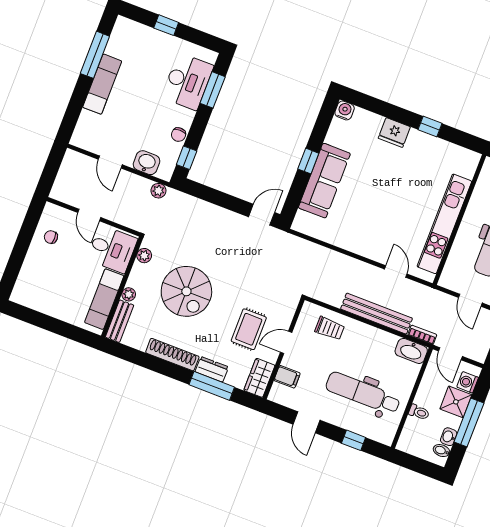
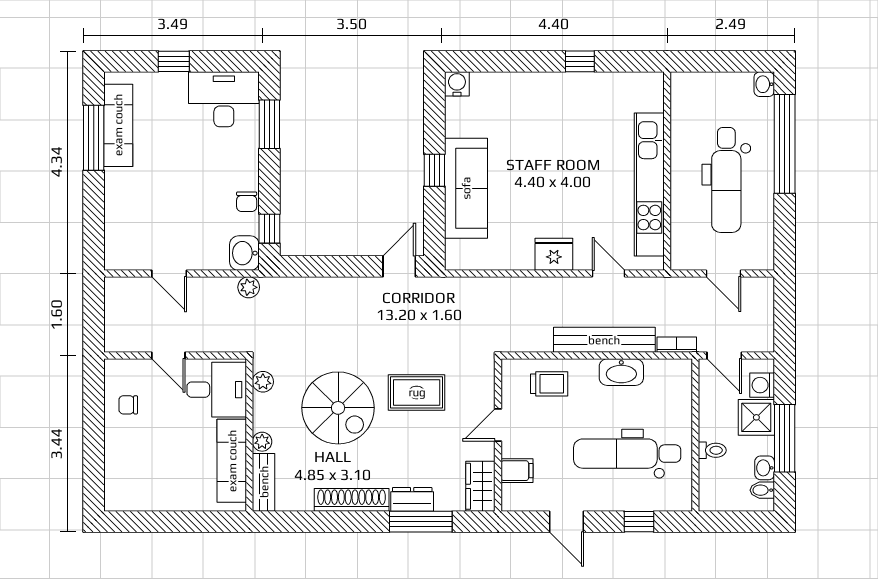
desk: (188, 82) -> (224, 99), moved, turned -90
exam couch: (102, 84) -> (118, 125), moved
fridge: (394, 132) -> (554, 254), moved, turned 180
washbasin: (147, 163) -> (244, 253), moved, turned -90
rug: (249, 329) -> (417, 392), moved, turned 90
washbasin: (411, 351) -> (621, 372), moved

